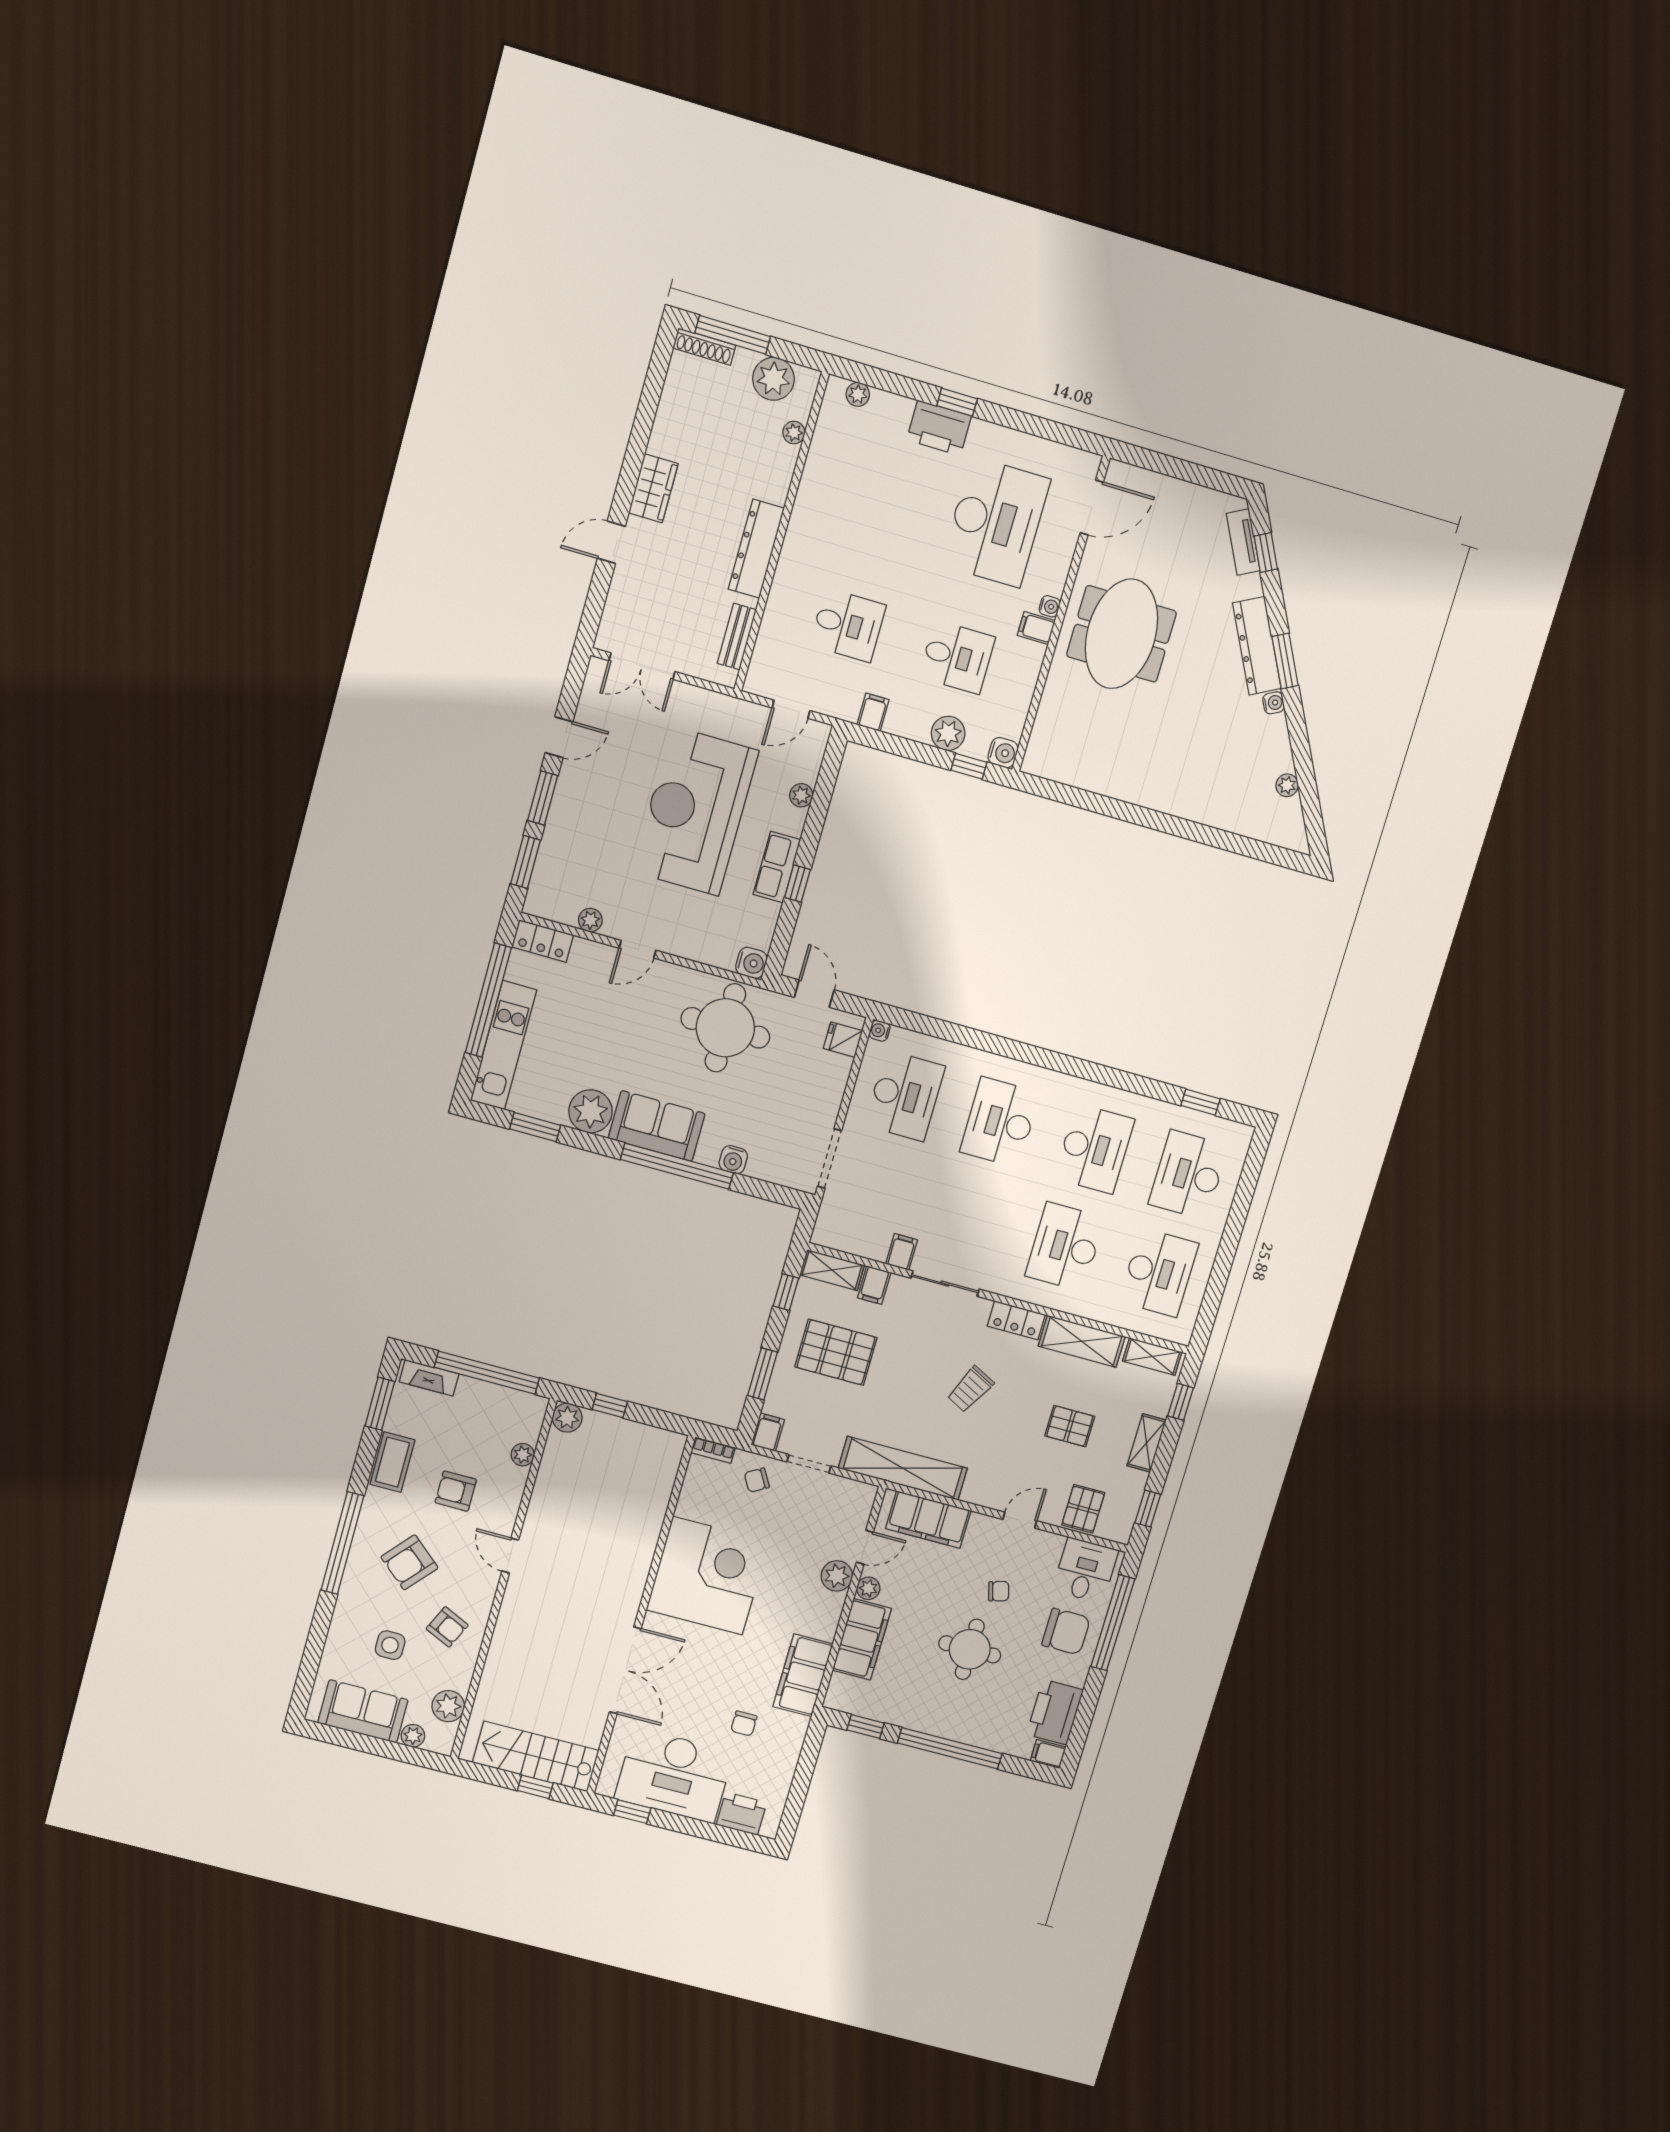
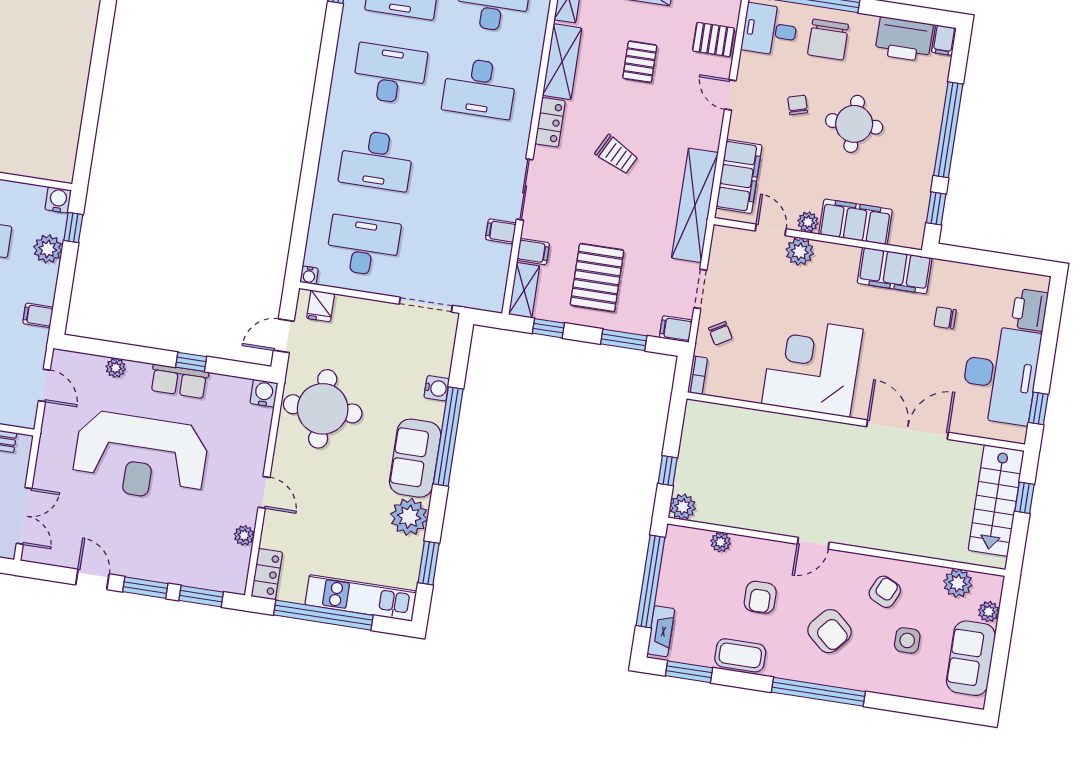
chair: (1066, 1631) -> (828, 40), turned 180
chair: (744, 1723) -> (945, 318), turned 180

